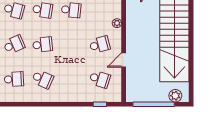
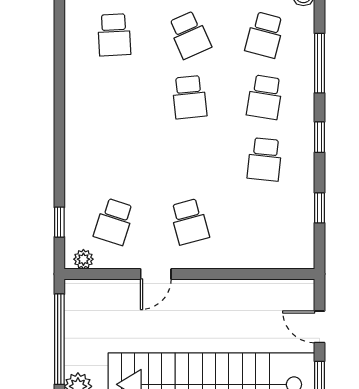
plant: (117, 23) -> (83, 259), moved
door: (124, 60) -> (156, 274), swing flipped
school desk: (43, 79) -> (114, 97), removed

